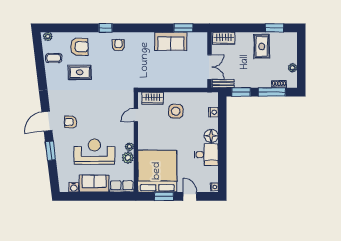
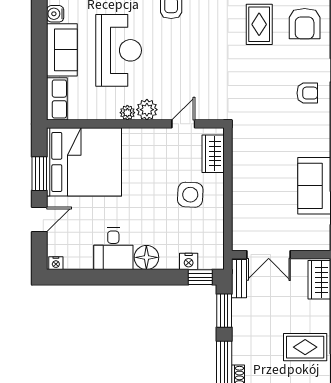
window: (222, 106) -> (200, 277), added
door: (136, 115) -> (183, 124), hinge flipped
plant: (128, 158) -> (147, 110), moved

